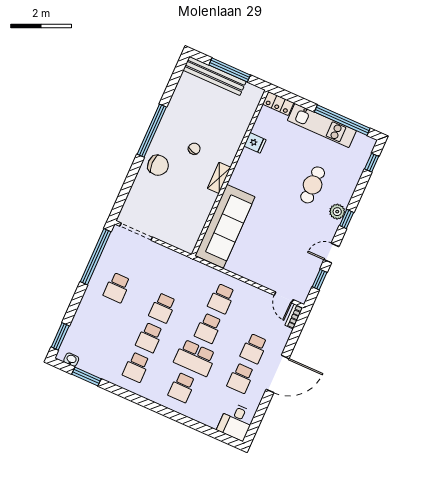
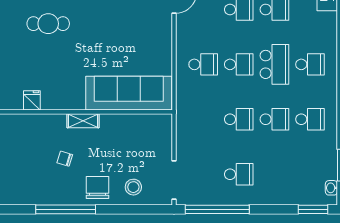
stool: (145, 195) -> (133, 187), added

